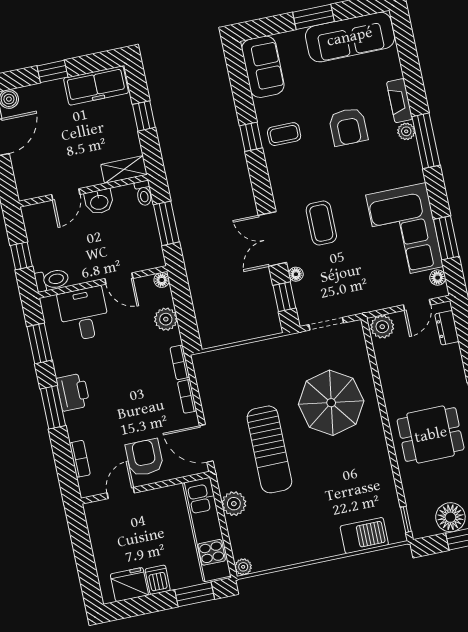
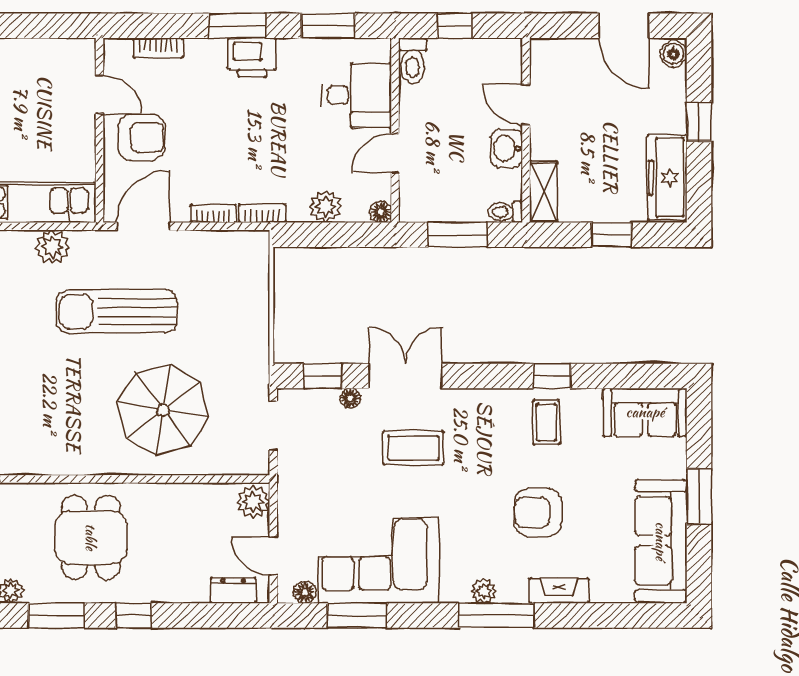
plant: (406, 131) -> (484, 591), moved

